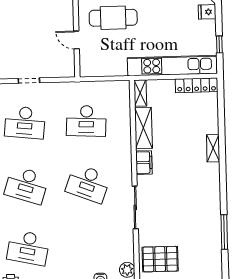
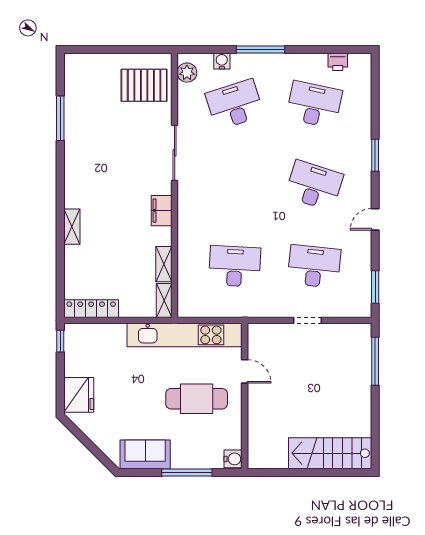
fridge: (207, 12) -> (79, 395), width x1.88, depth x1.34
window: (219, 44) -> (60, 341), moved
kitchen unit: (172, 66) -> (185, 335), moved
shelving: (143, 128) -> (164, 264), width x0.67, depth x0.75
desk: (88, 183) -> (235, 104), moved, turned -39

